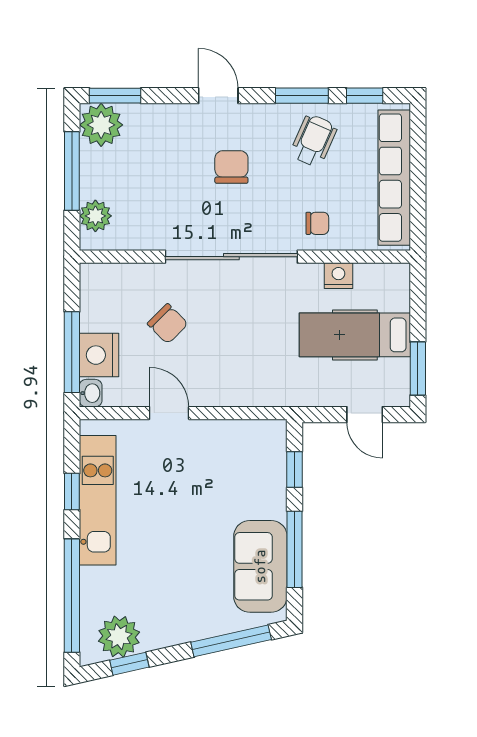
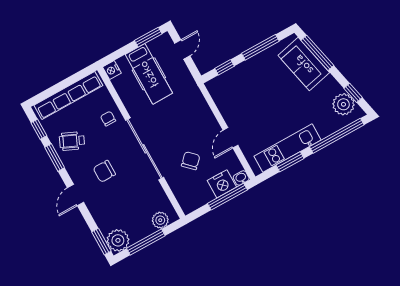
nightstand: (338, 276) -> (112, 70), moved
window: (72, 492) -> (290, 162), width x1.50
sofa: (260, 566) -> (304, 64), moved, turned 77

